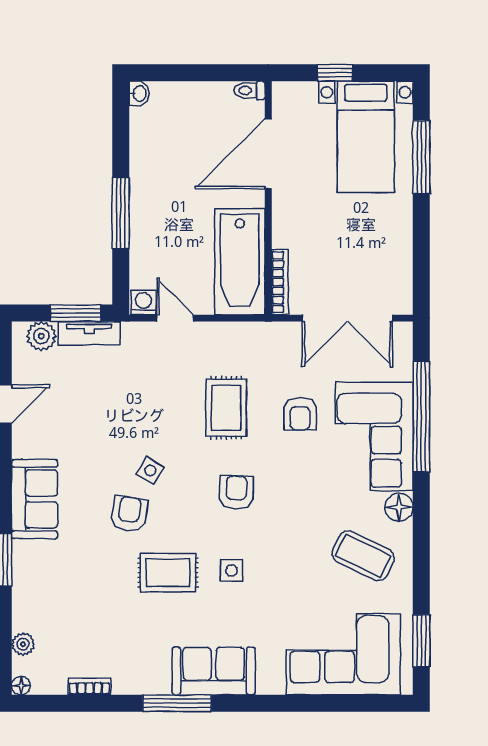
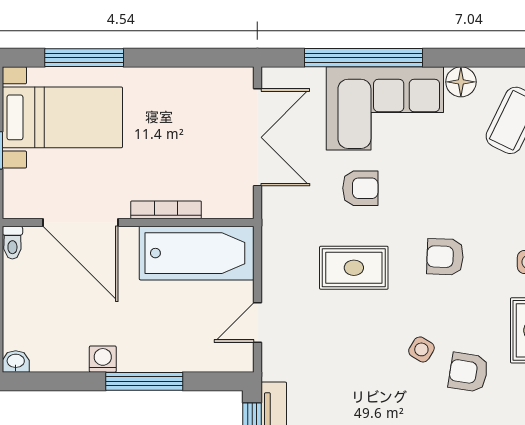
bookcase: (280, 282) -> (166, 210), moved
washing machine: (143, 302) -> (103, 359), moved, turned 90

